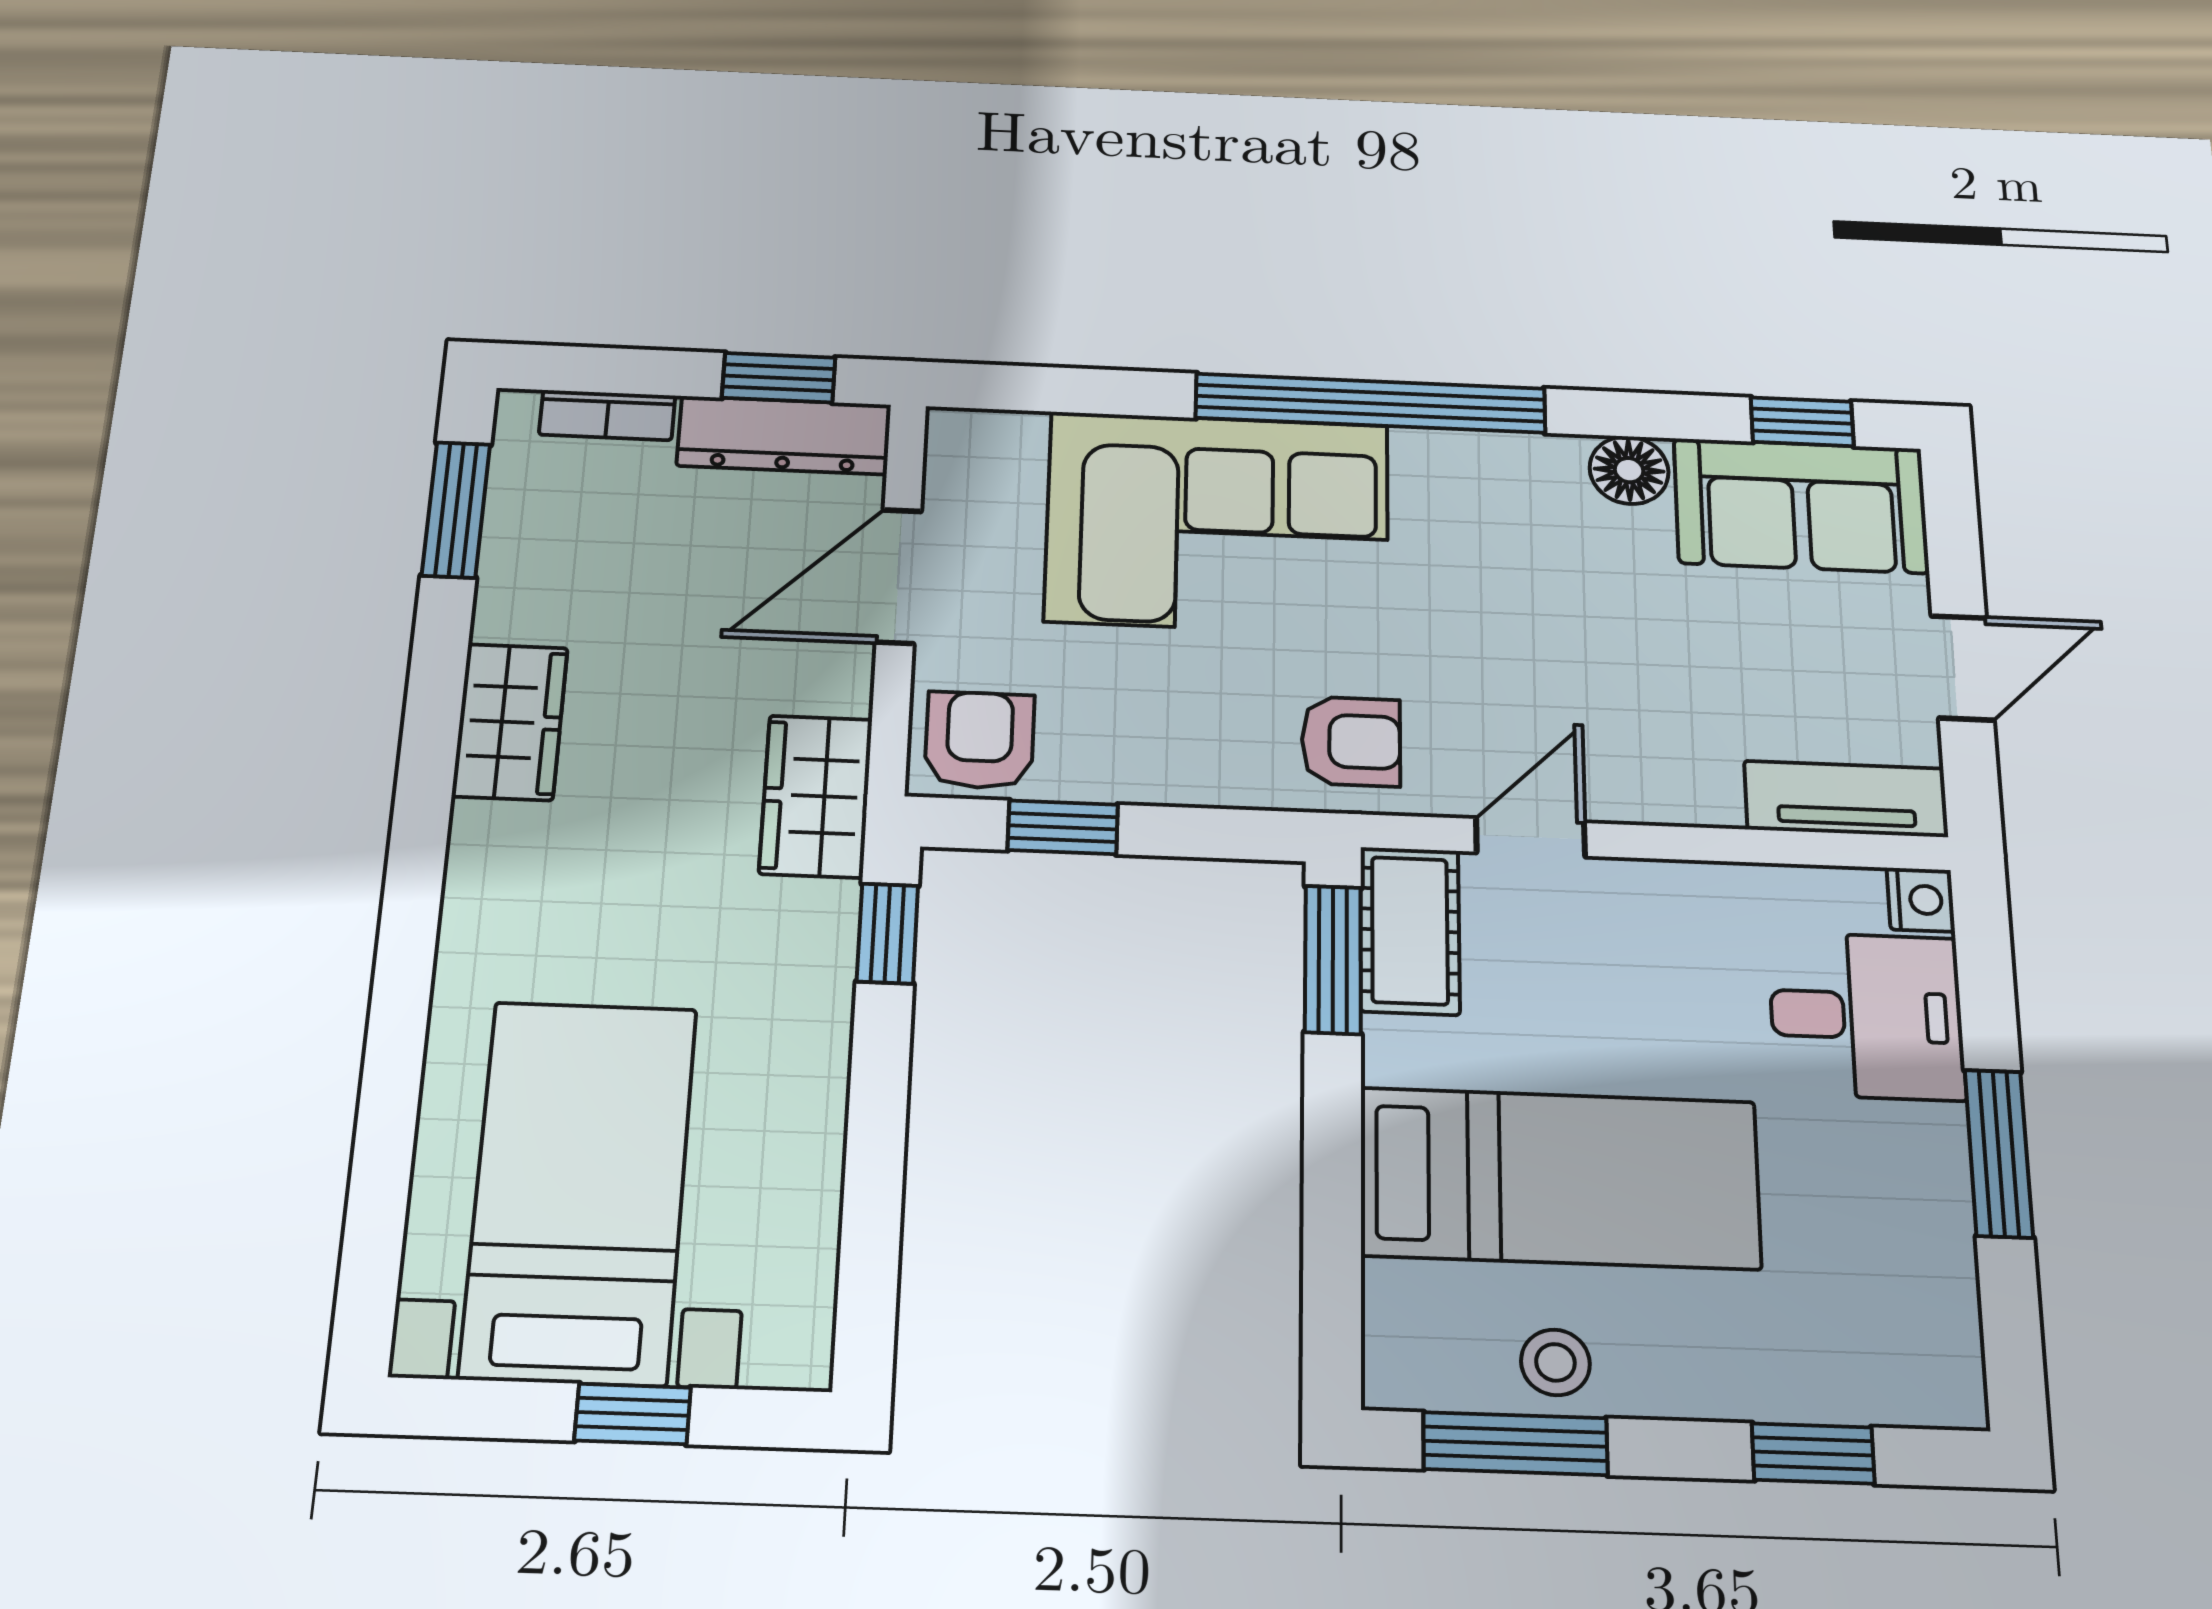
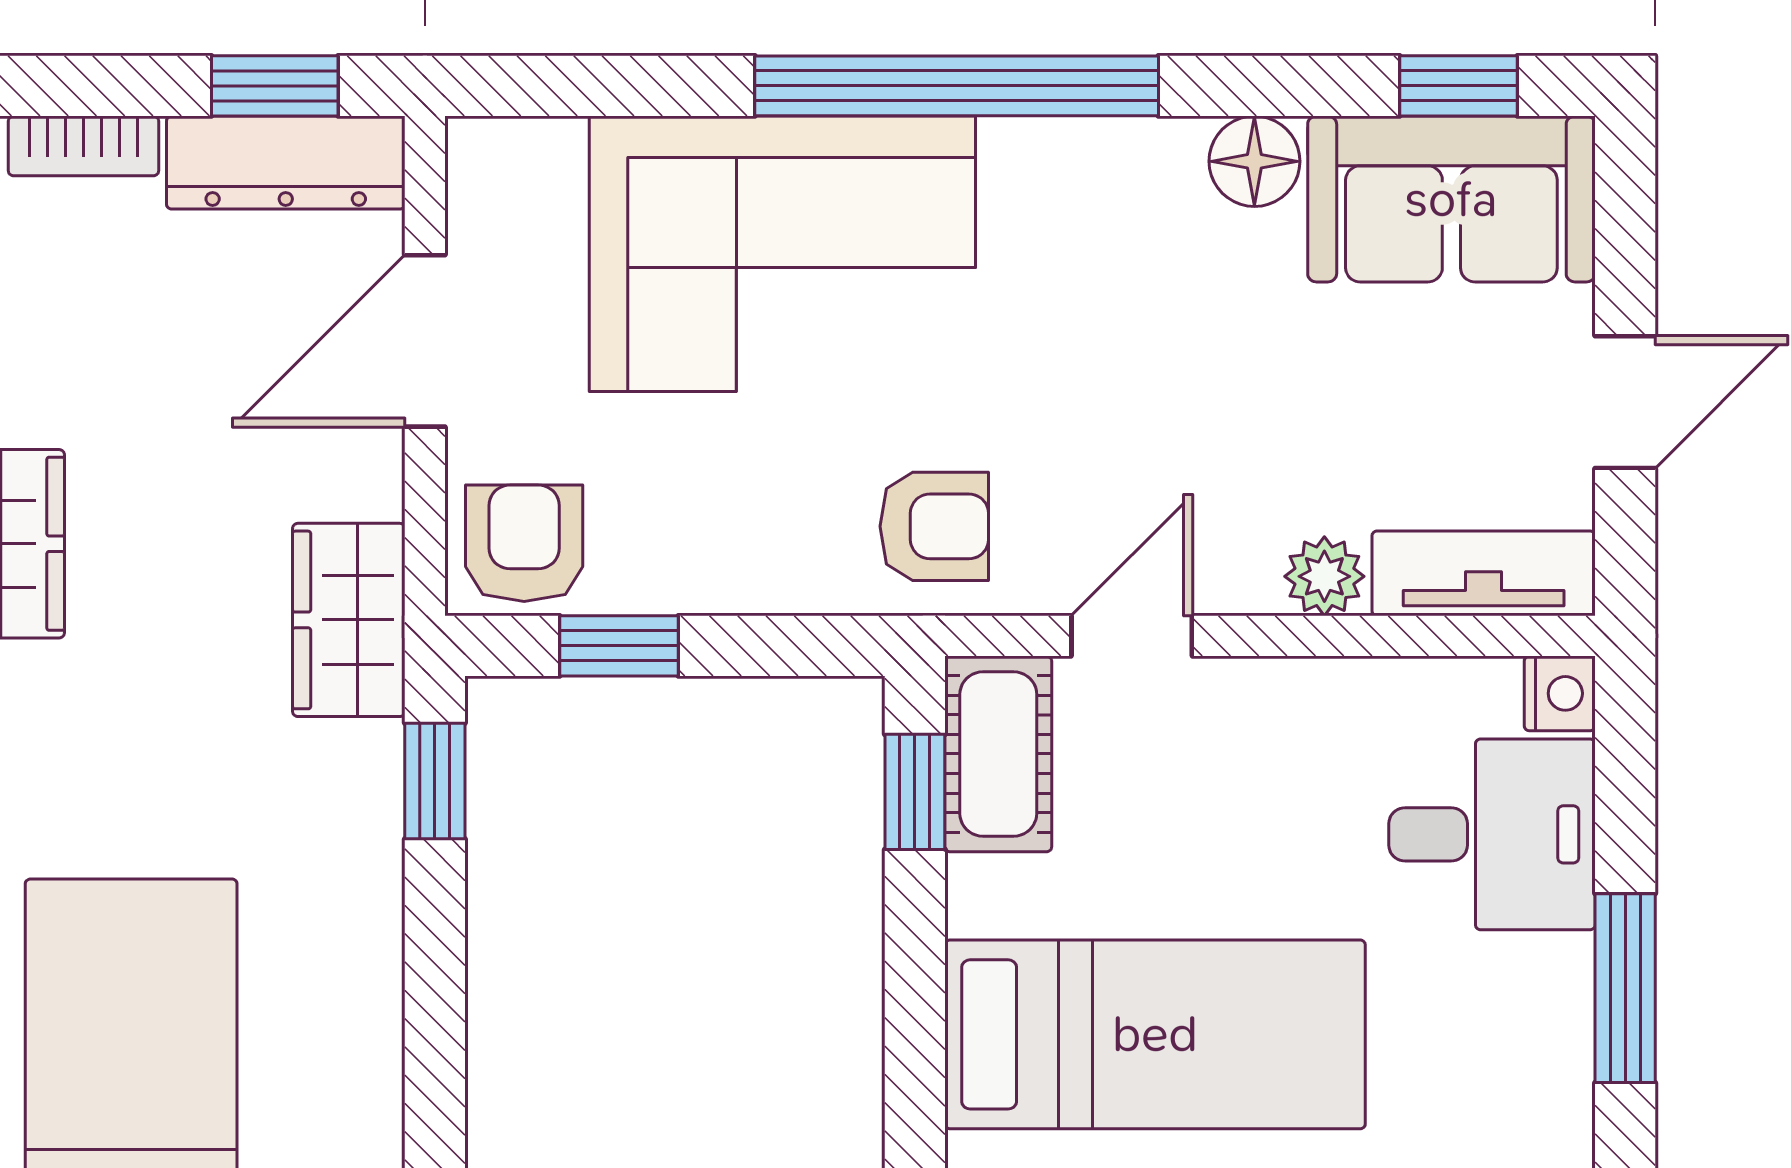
plant: (1703, 796) -> (1324, 576), added
window: (1333, 960) -> (915, 792), width x0.67

